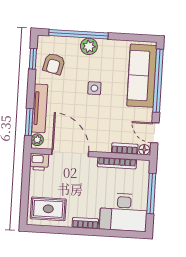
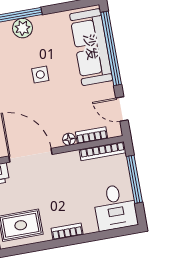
floor lamp: (144, 150) -> (69, 139), moved
bookcase: (117, 163) -> (102, 151), moved
desk: (124, 212) -> (115, 207), width x0.73

